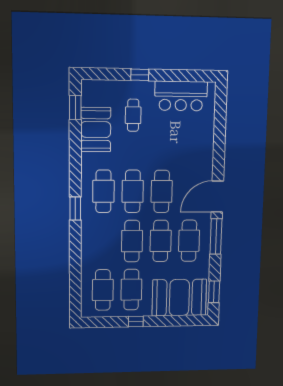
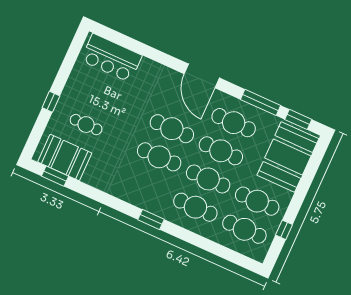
bar counter: (181, 96) -> (111, 58), moved, turned 90
booth: (96, 130) -> (65, 157), moved
cafe table: (103, 191) -> (195, 207), moved
window: (216, 236) -> (261, 102), moved
window: (136, 322) -> (284, 230), moved

